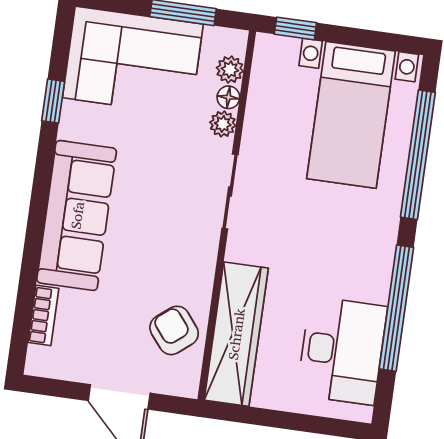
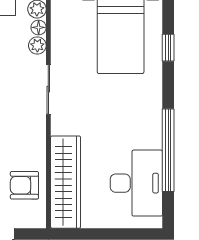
window: (418, 155) -> (168, 48), width x0.32
armchair: (174, 330) -> (24, 185), turned -51

